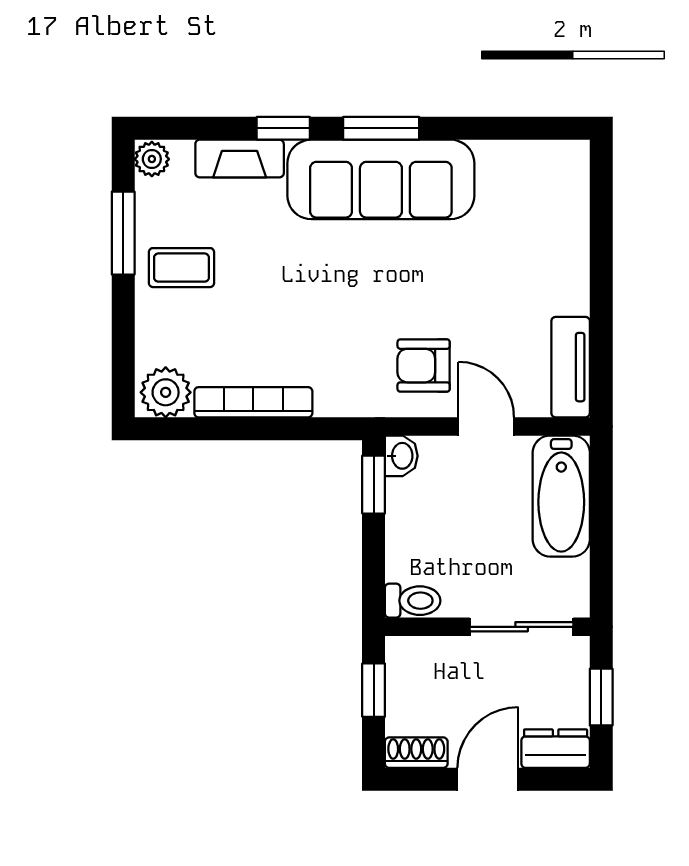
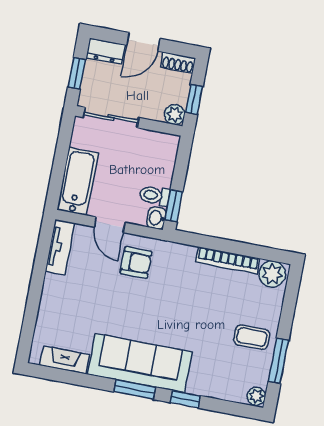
fireplace: (240, 159) -> (64, 360), moved
toilet: (413, 601) -> (155, 196), moved
plant: (404, 655) -> (175, 115), added

